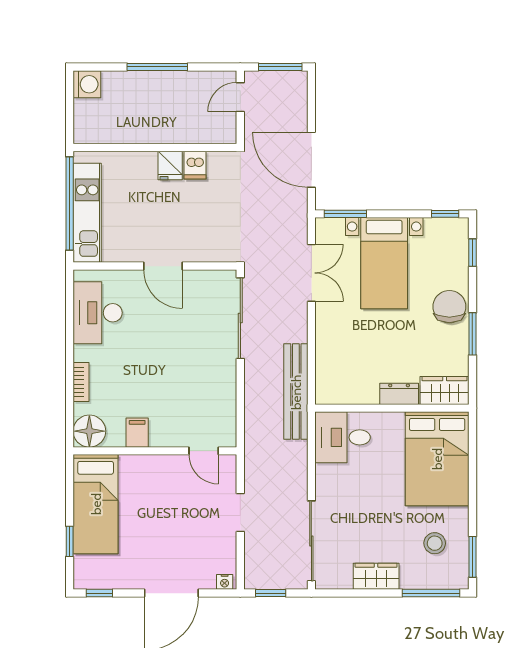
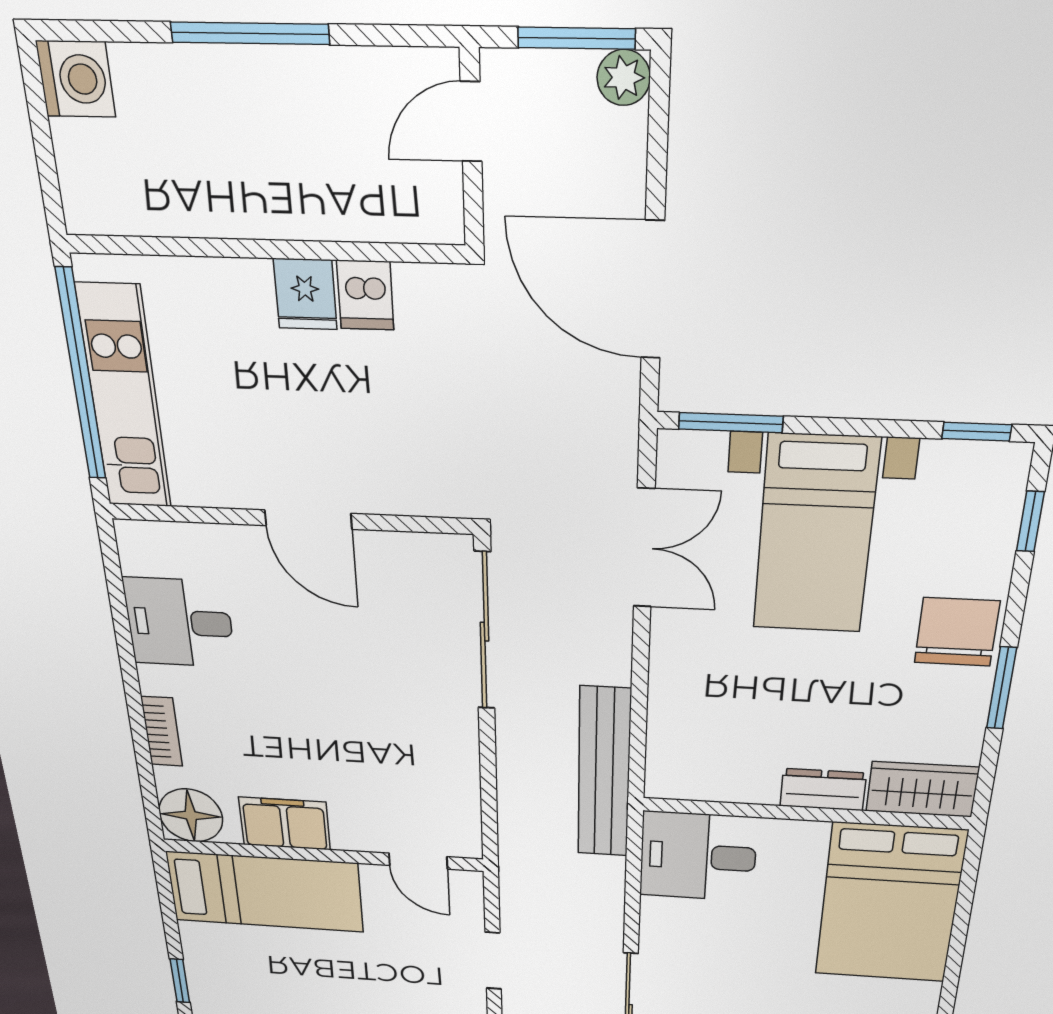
plant: (298, 80) -> (624, 78), added
desk: (98, 313) -> (179, 623), width x0.73
filing cabinet: (137, 433) -> (285, 824), width x2.00
bed: (96, 504) -> (265, 892), moved, turned -90

